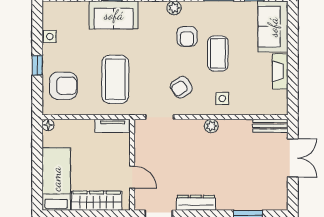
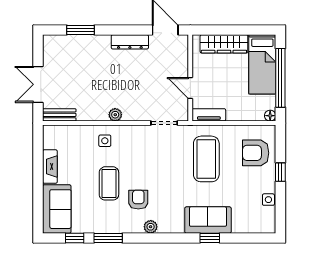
armchair: (181, 87) -> (144, 151), removed
window: (37, 165) -> (280, 78), added
door: (132, 177) -> (190, 88), moved

